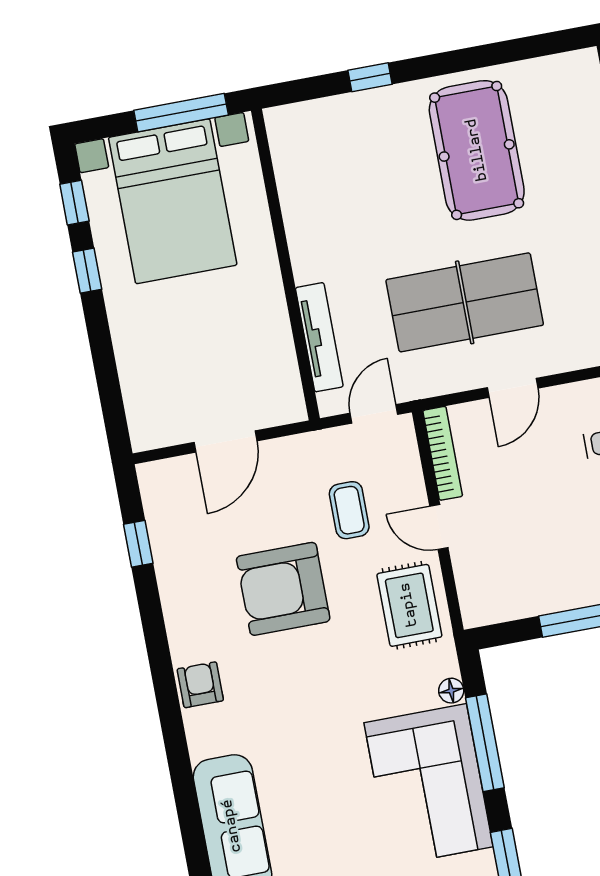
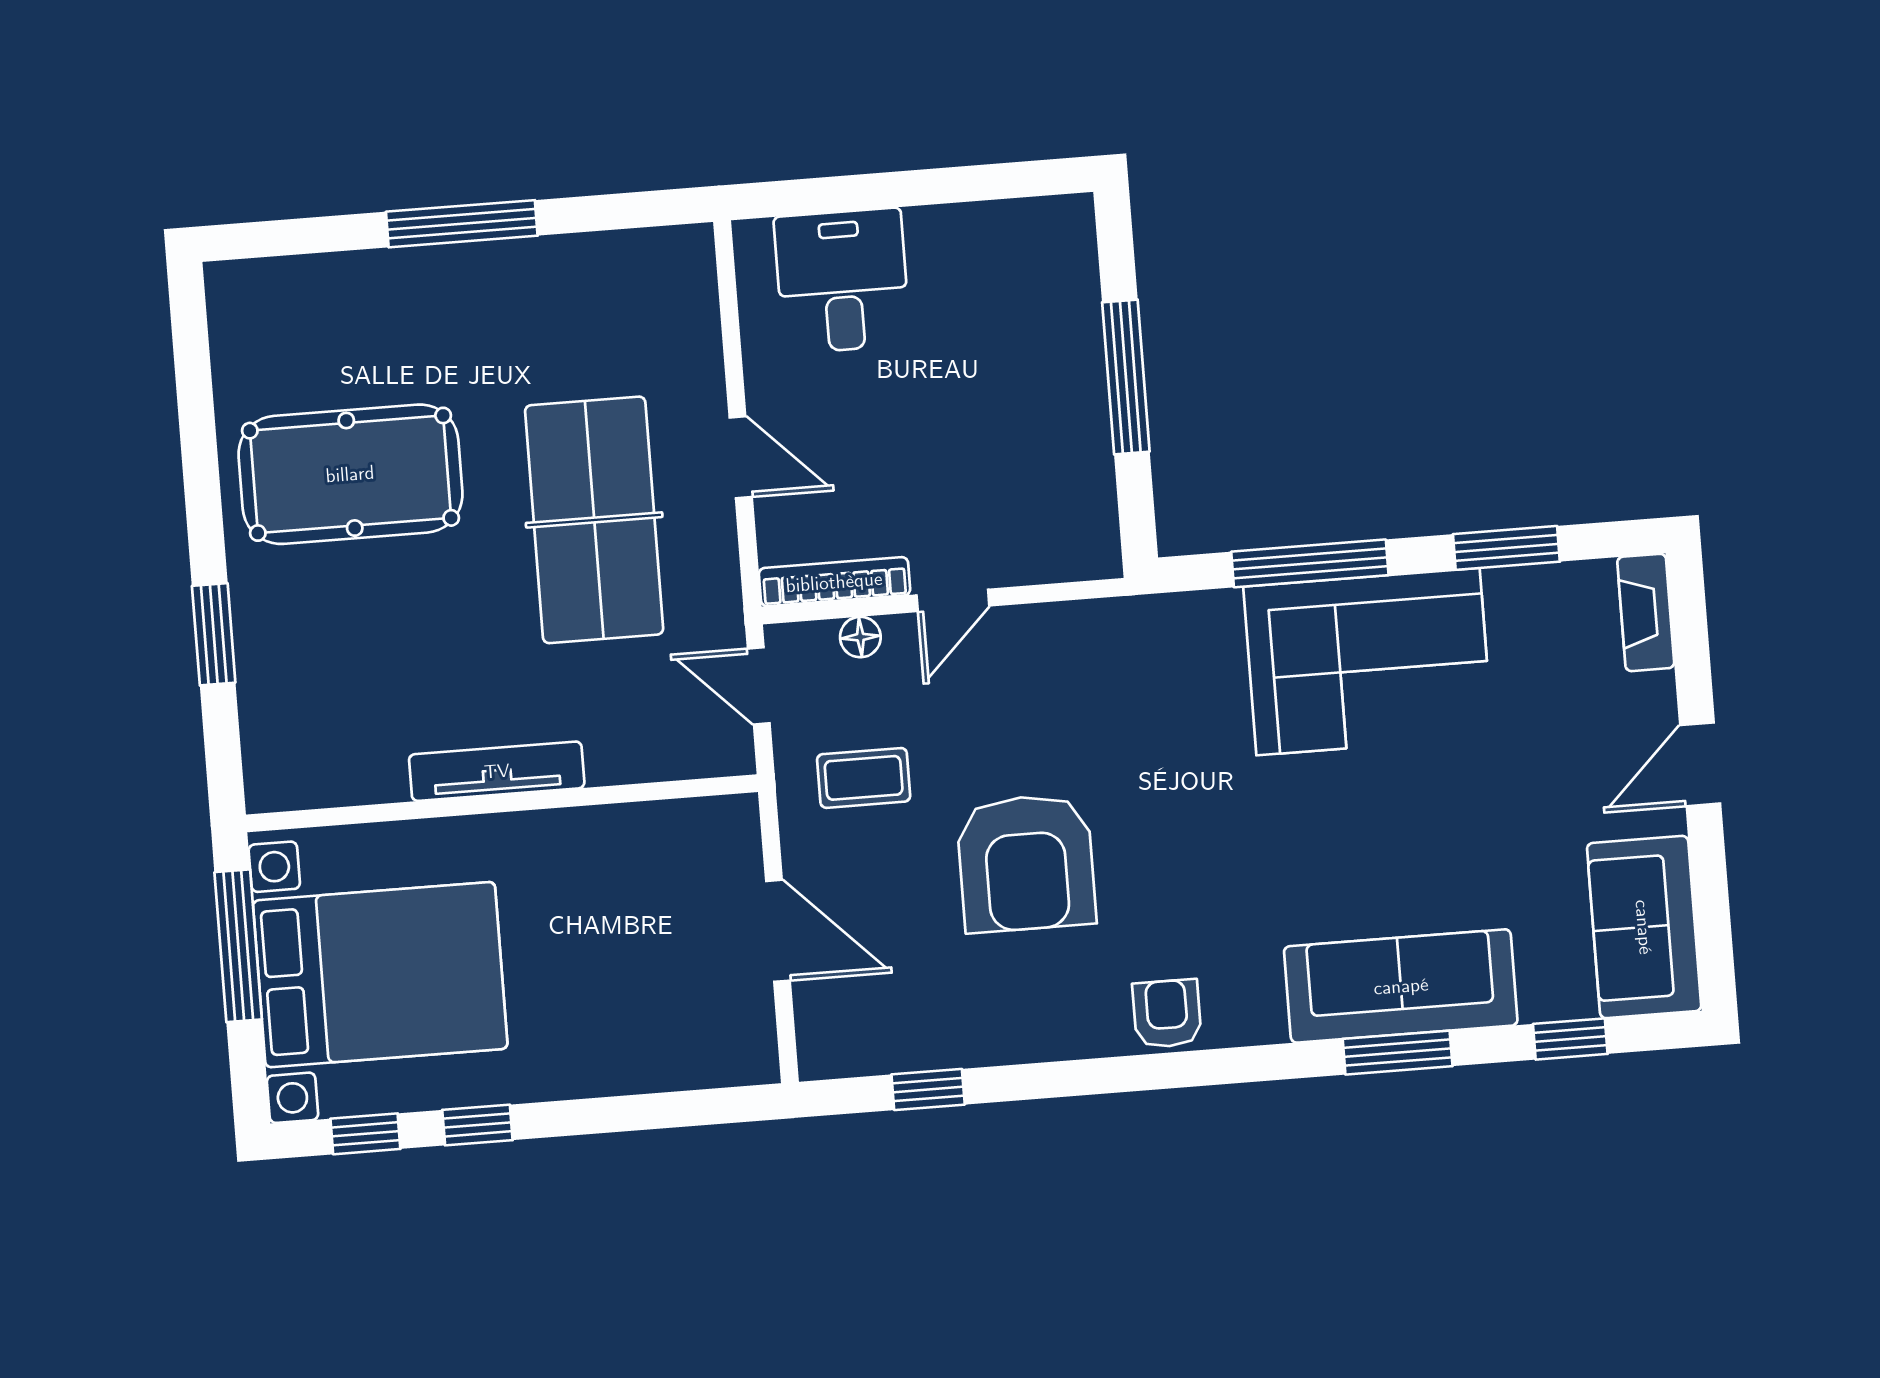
window: (370, 77) -> (214, 634), width x1.50
tv unit: (319, 337) -> (497, 771), moved
coffee table: (349, 510) -> (864, 778), moved
rug: (409, 605) -> (1075, 662), removed
armchair: (200, 685) -> (1167, 1014), turned 90
floor lamp: (451, 691) -> (860, 637), moved
window: (192, 828) -> (1398, 1053), added

